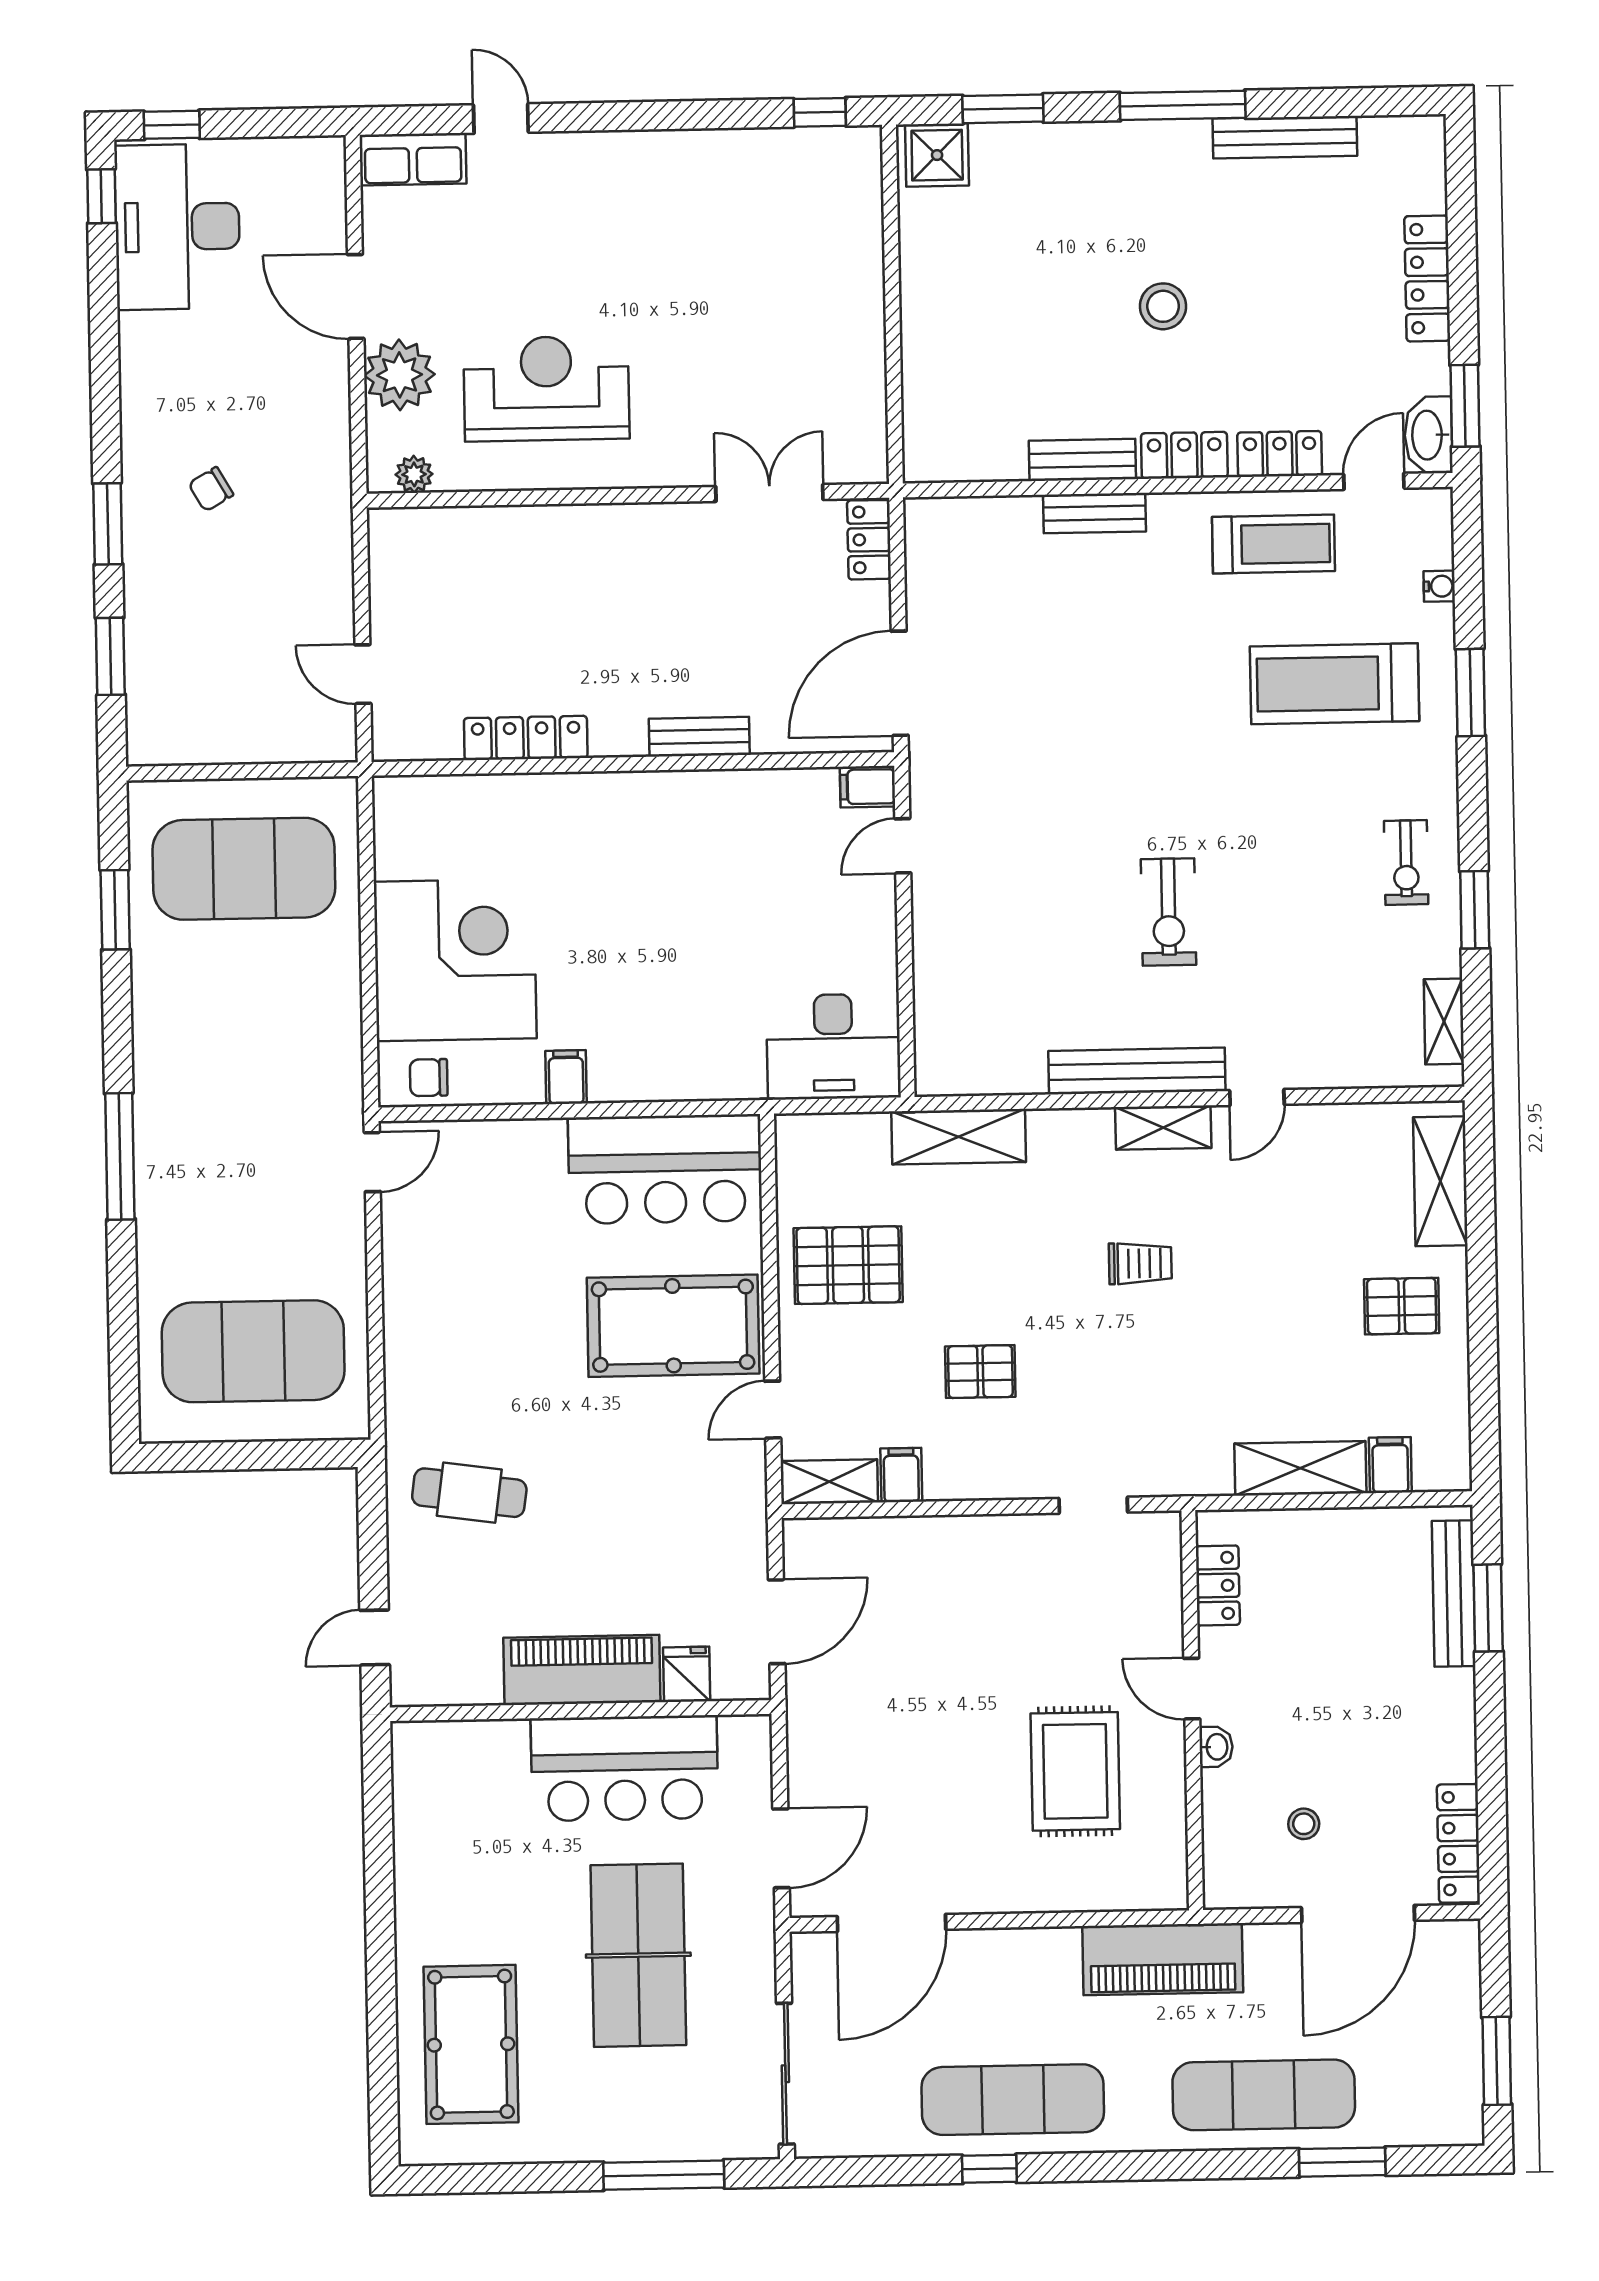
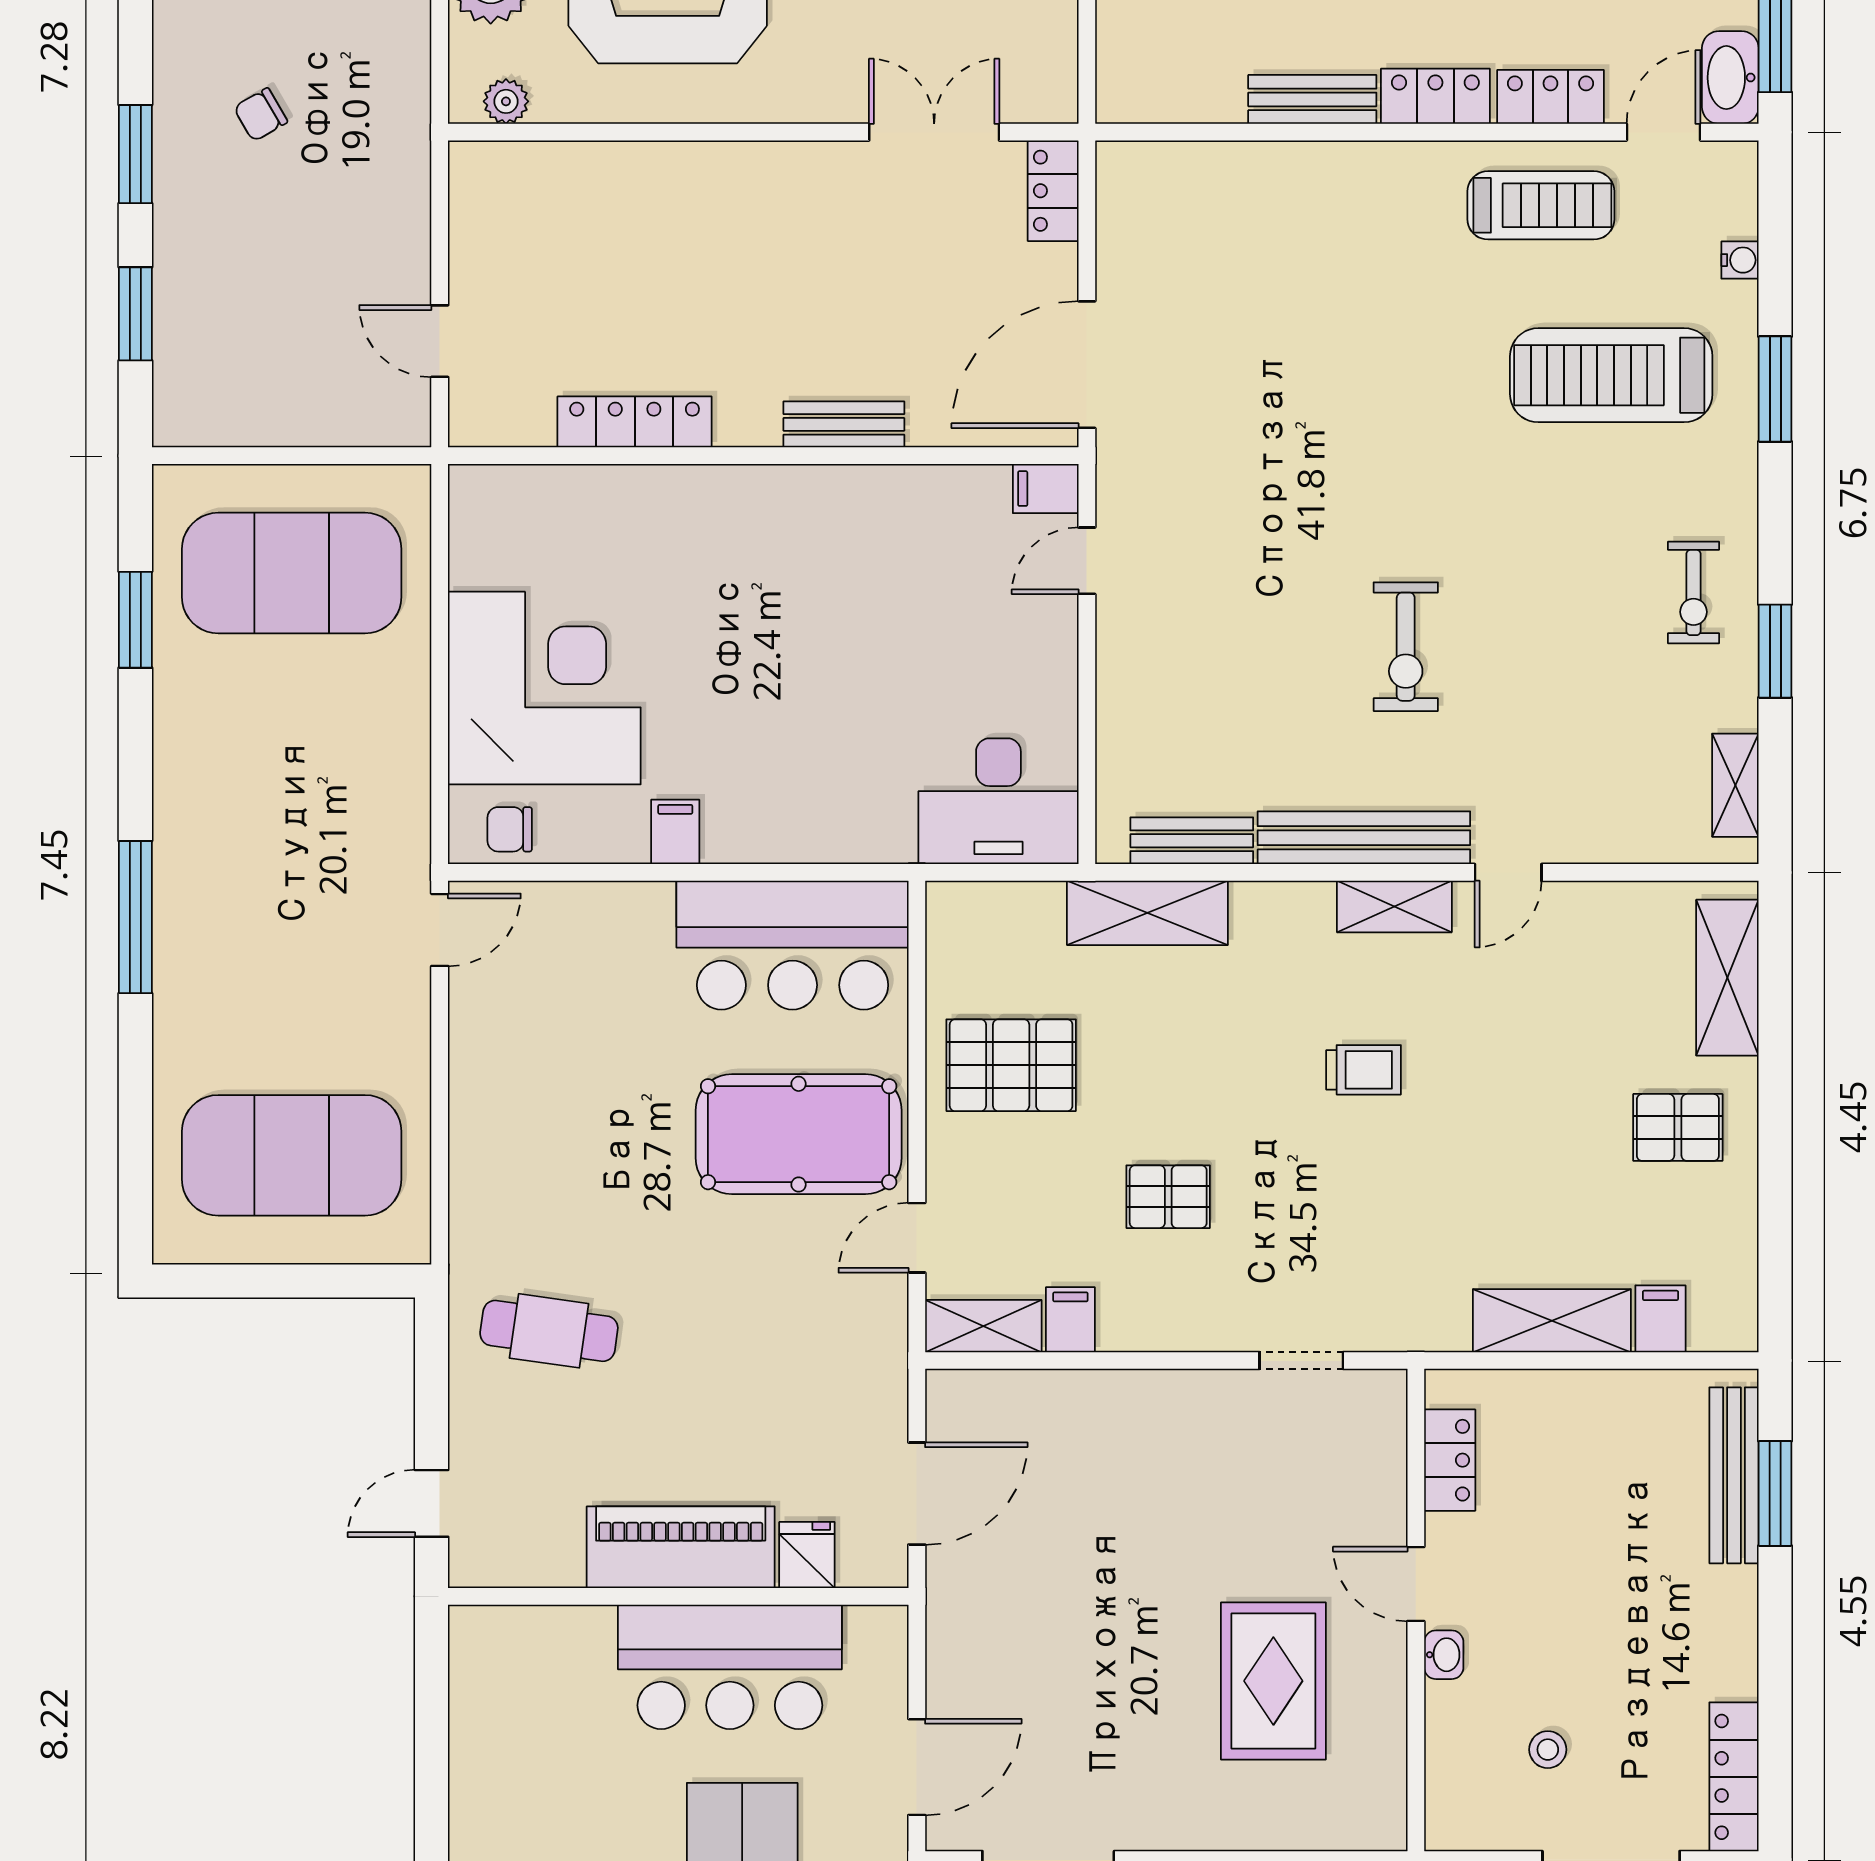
bench: (1095, 513) -> (1192, 841), moved

